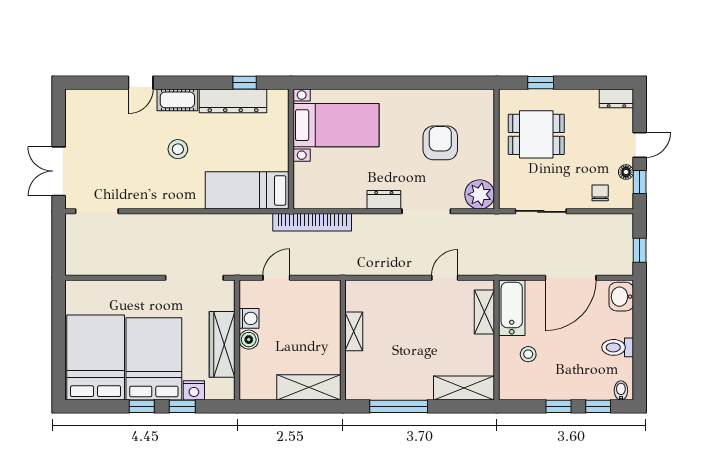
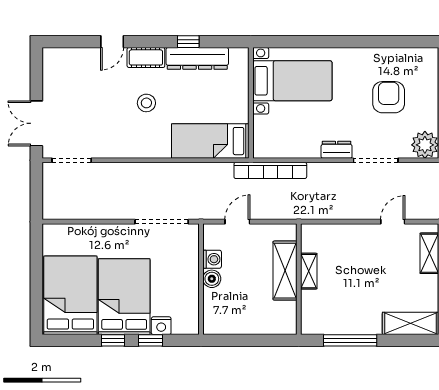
window: (245, 83) -> (188, 42), moved
wardrobe: (222, 344) -> (187, 283), removed
shelving: (309, 387) -> (285, 271), moved, turned 90

